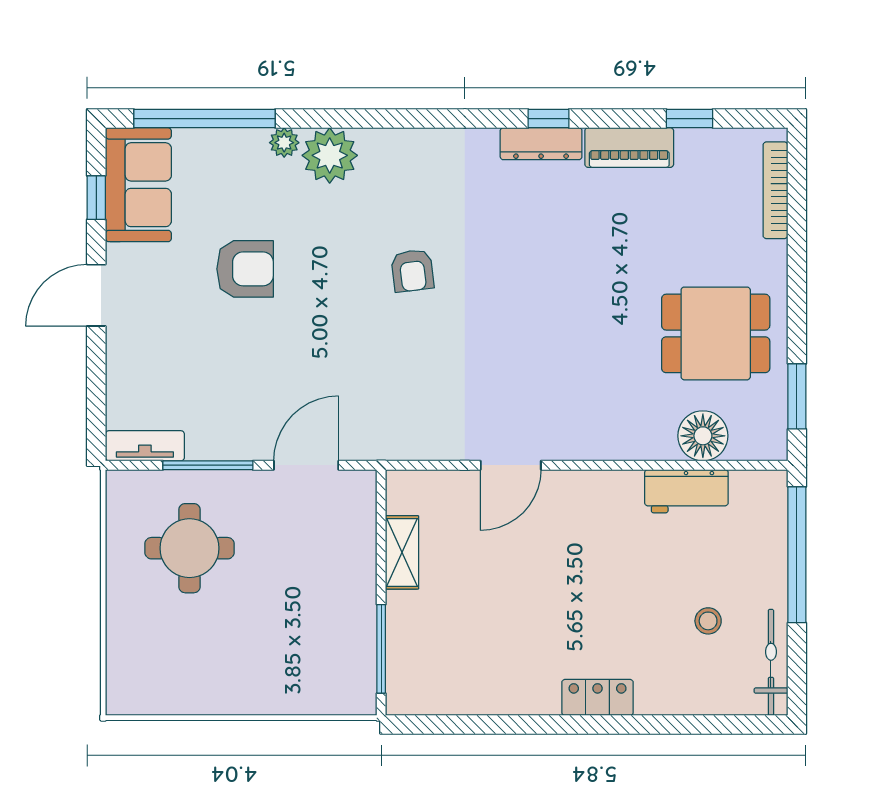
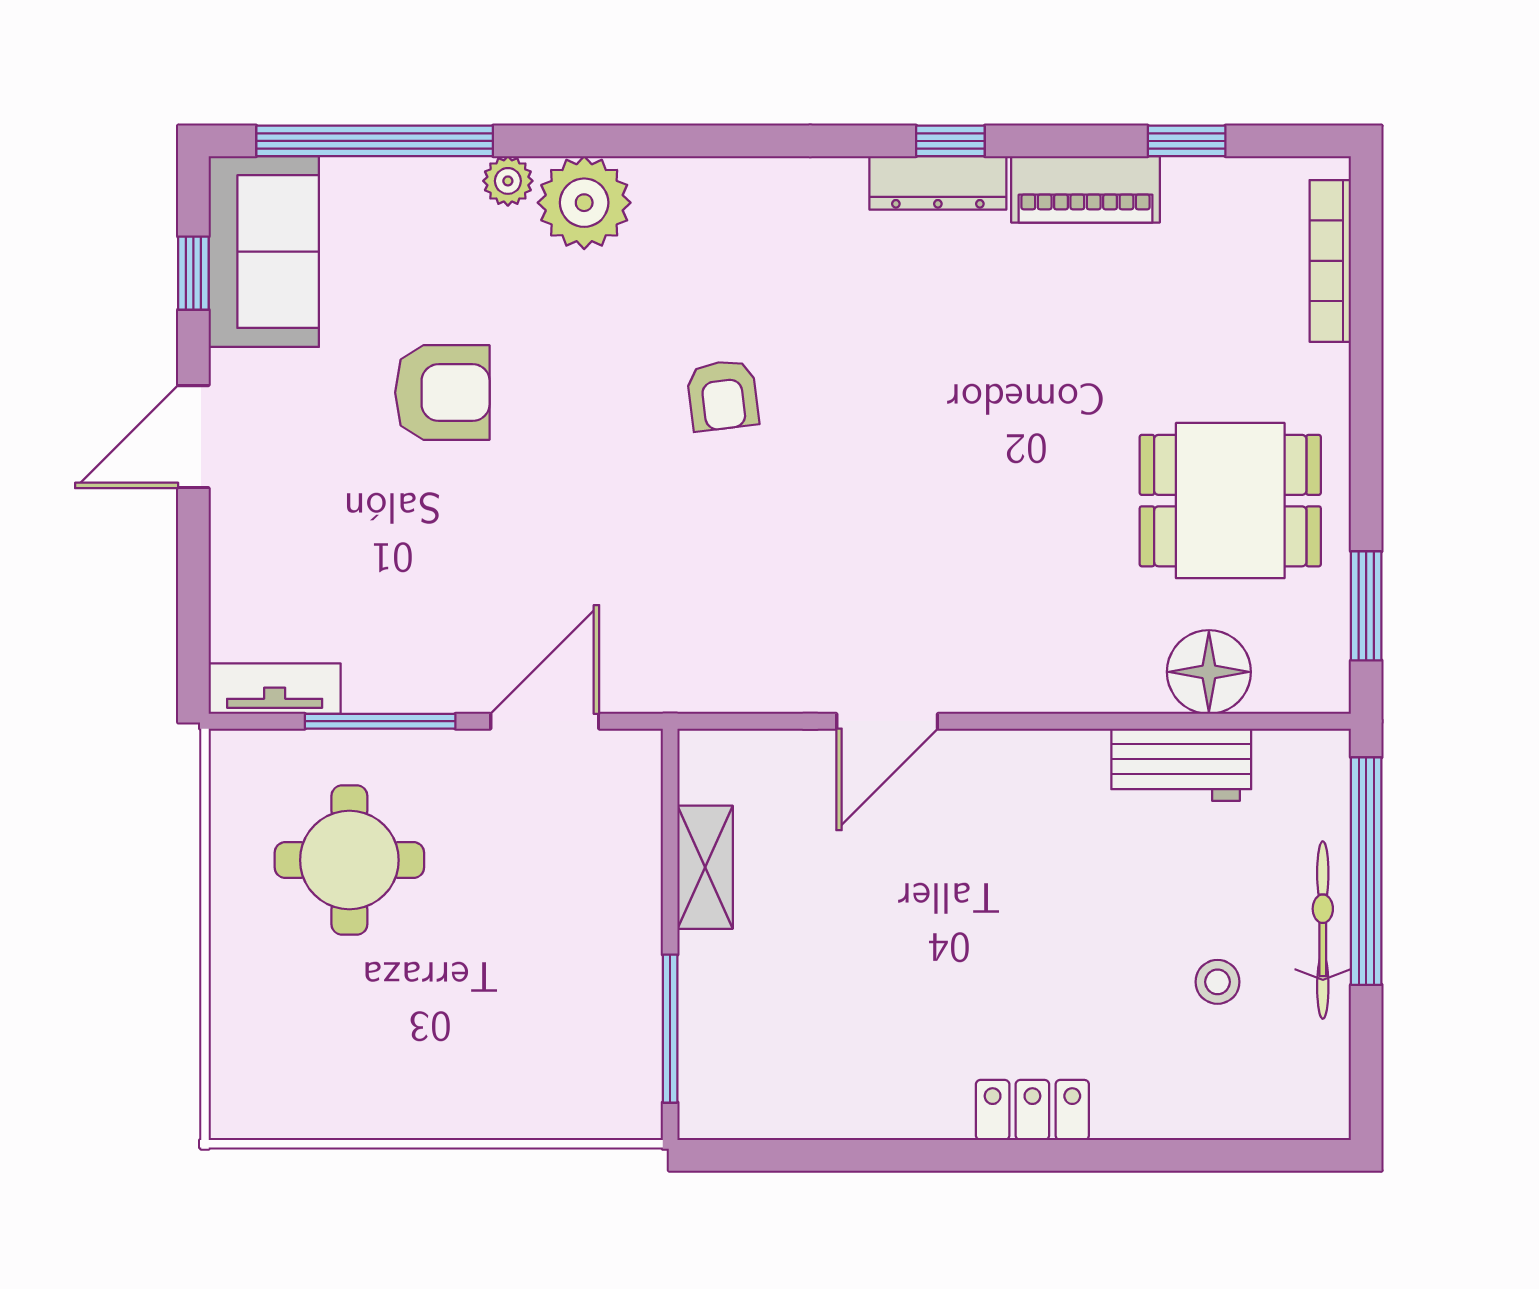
bicycle: (771, 662) -> (1323, 930), moved

